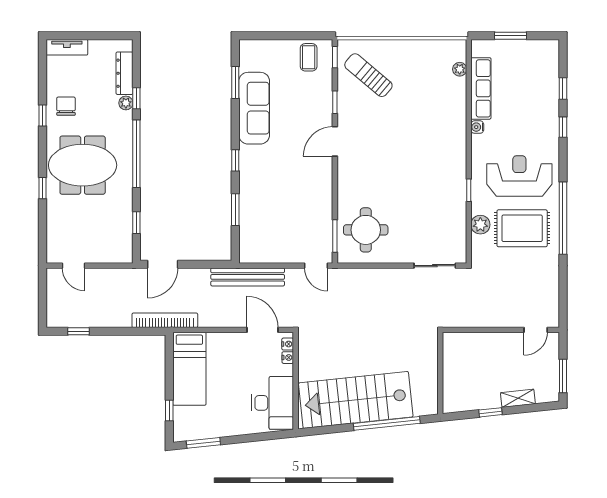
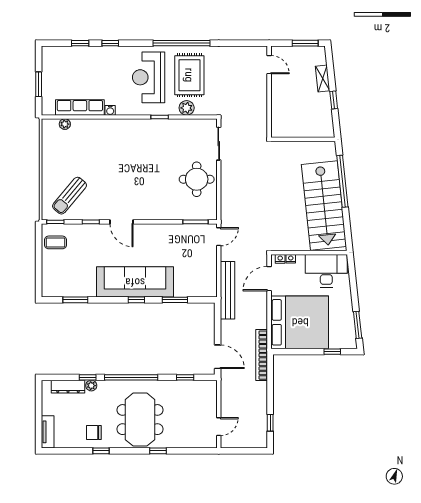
sofa: (254, 108) -> (135, 282), moved, width x1.36, depth x1.27
round table: (366, 230) -> (197, 179), moved
bed: (189, 369) -> (300, 322), width x2.04

